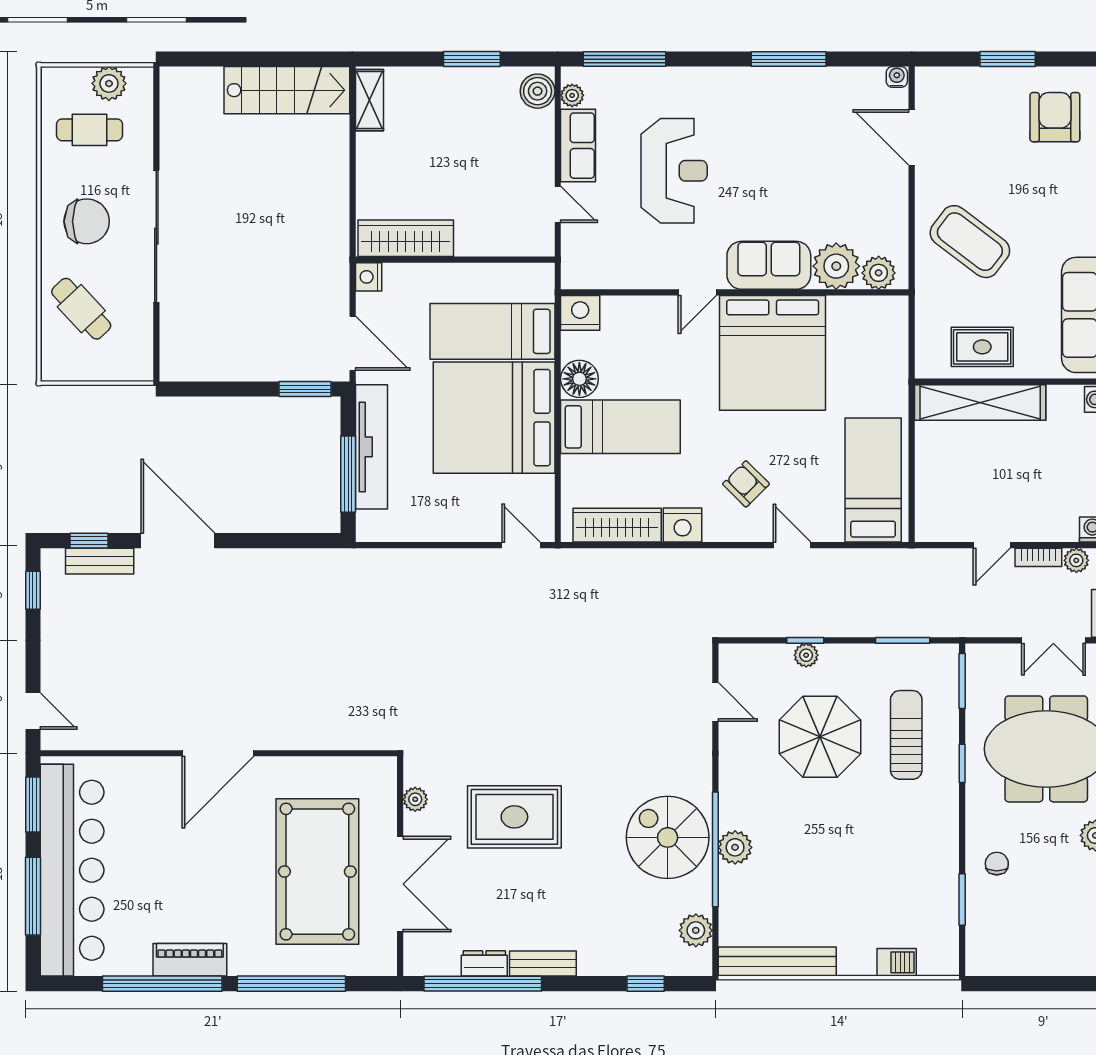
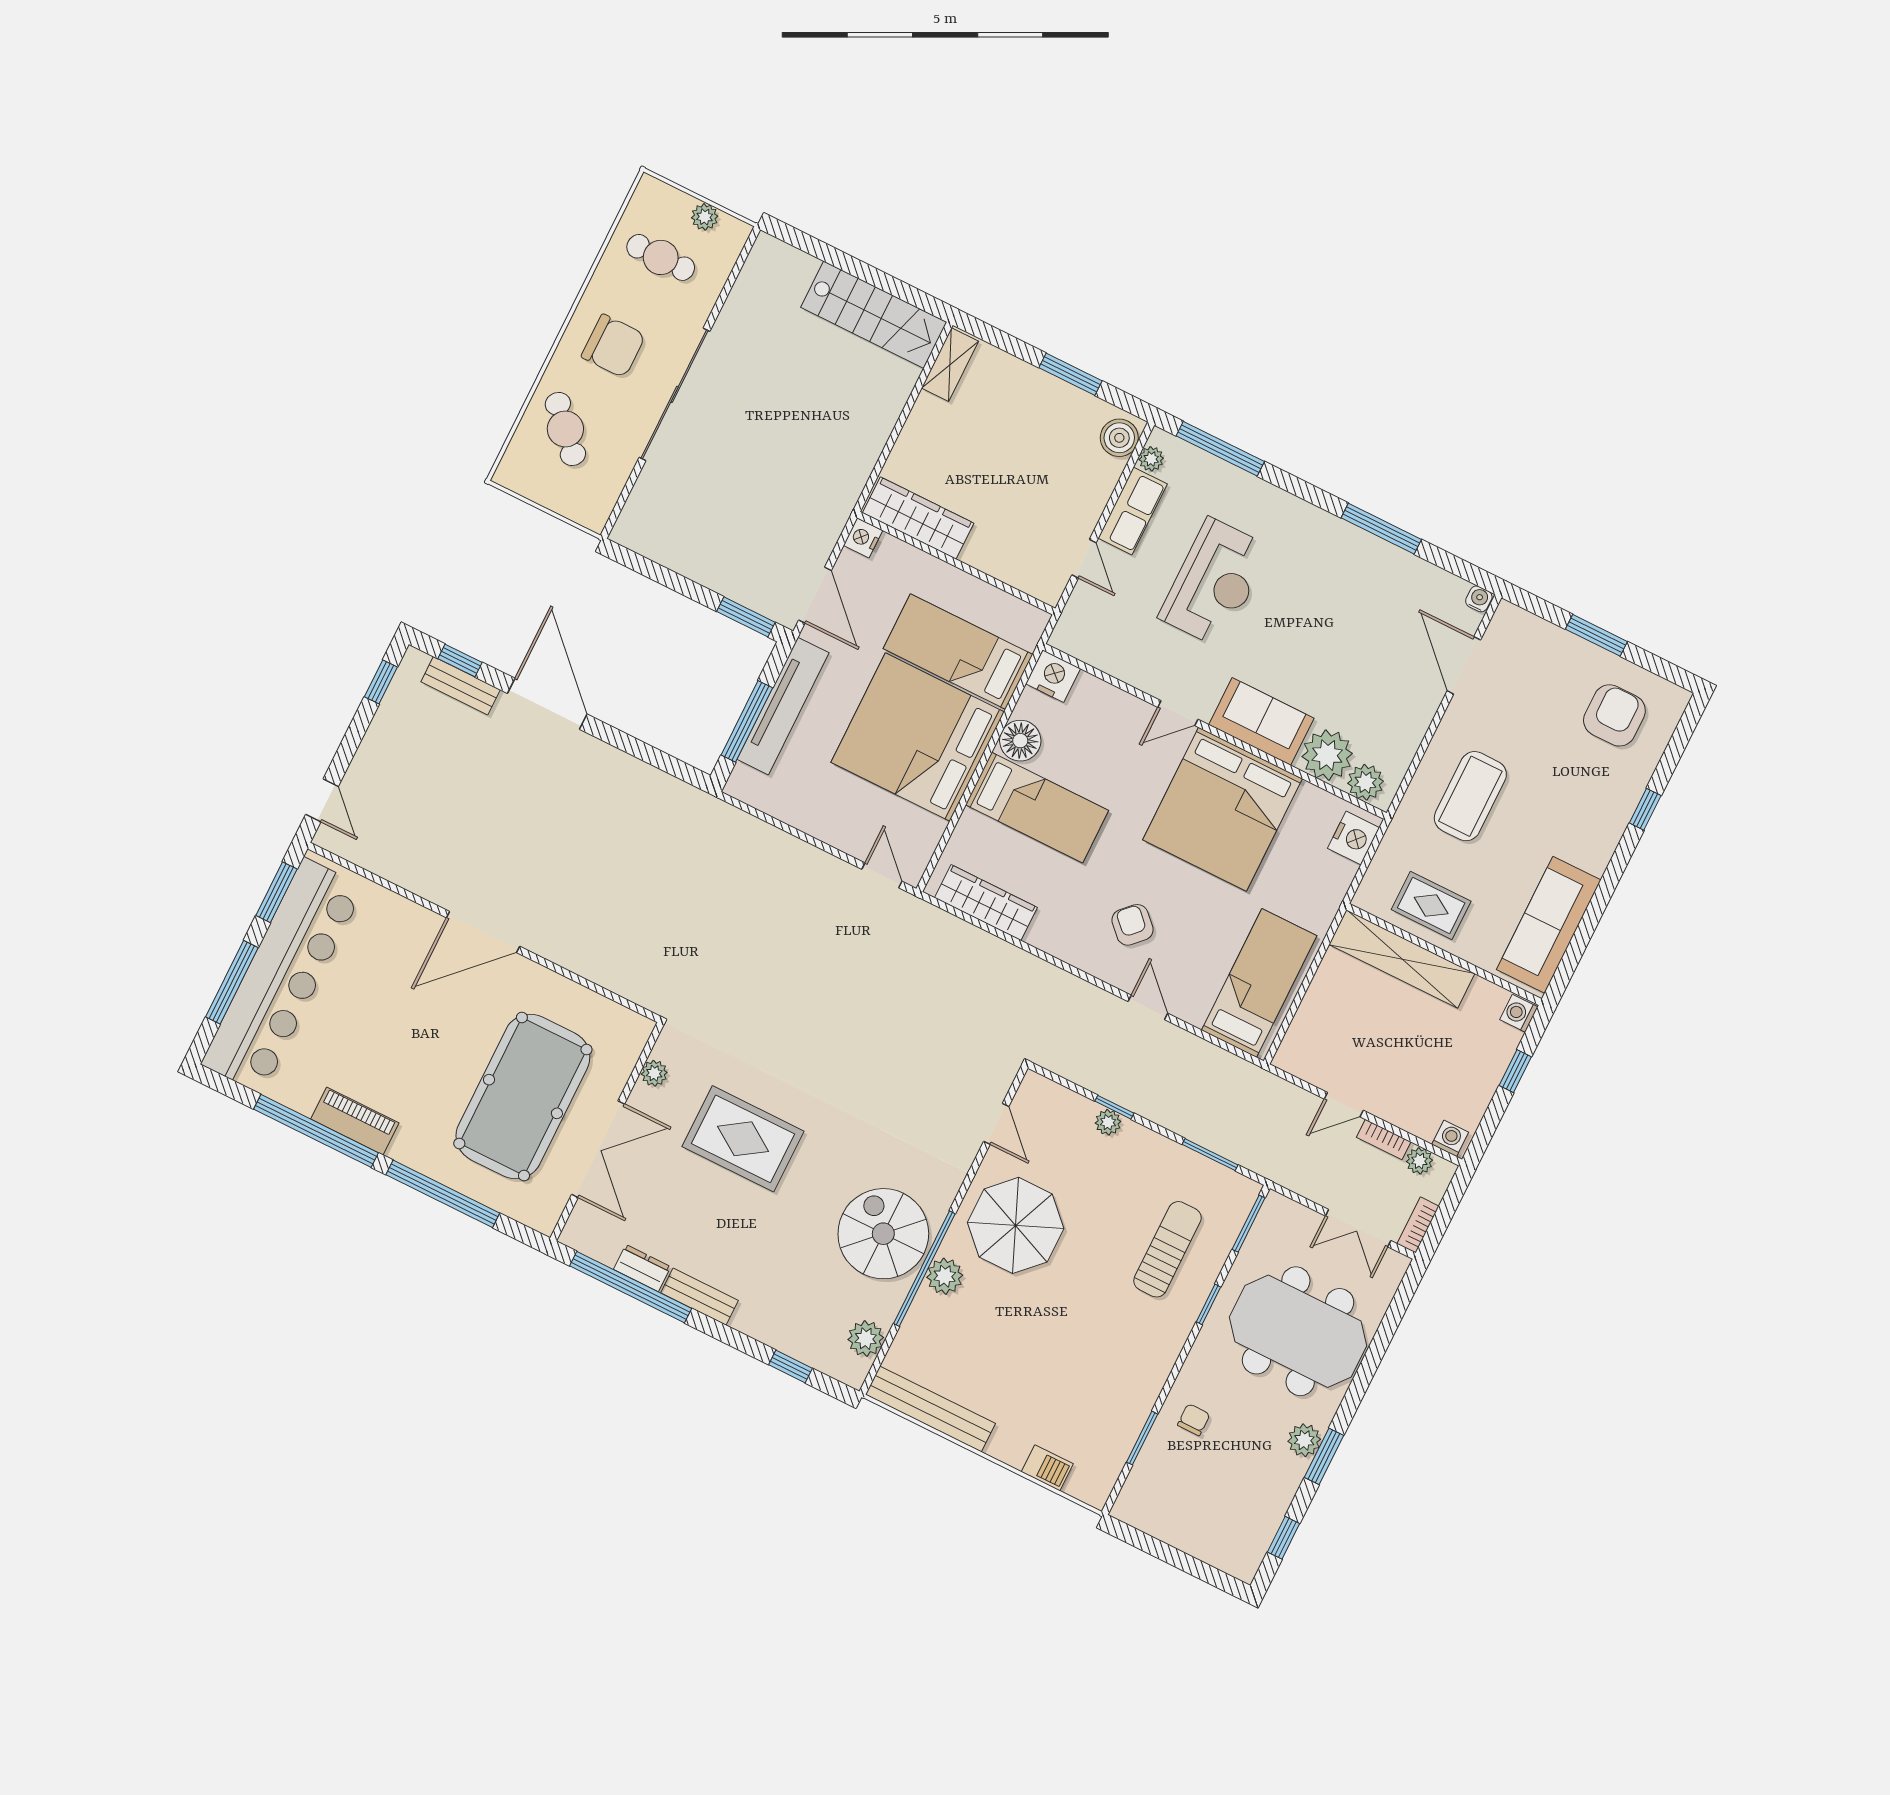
plant: (109, 83) -> (705, 217), width x0.73, depth x0.73
coffee table: (970, 242) -> (1470, 796), turned 53
nightstand: (683, 525) -> (1354, 838), moved, turned -90
parasol: (820, 737) -> (1016, 1225), moved

